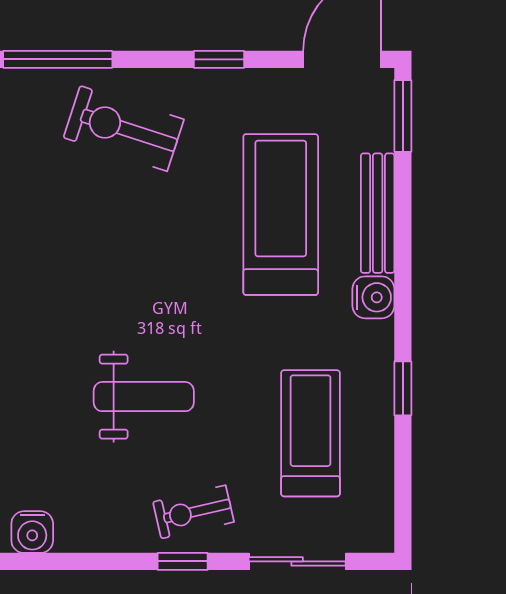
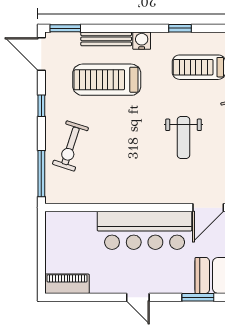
weight bench: (144, 397) -> (183, 137), turned 180

